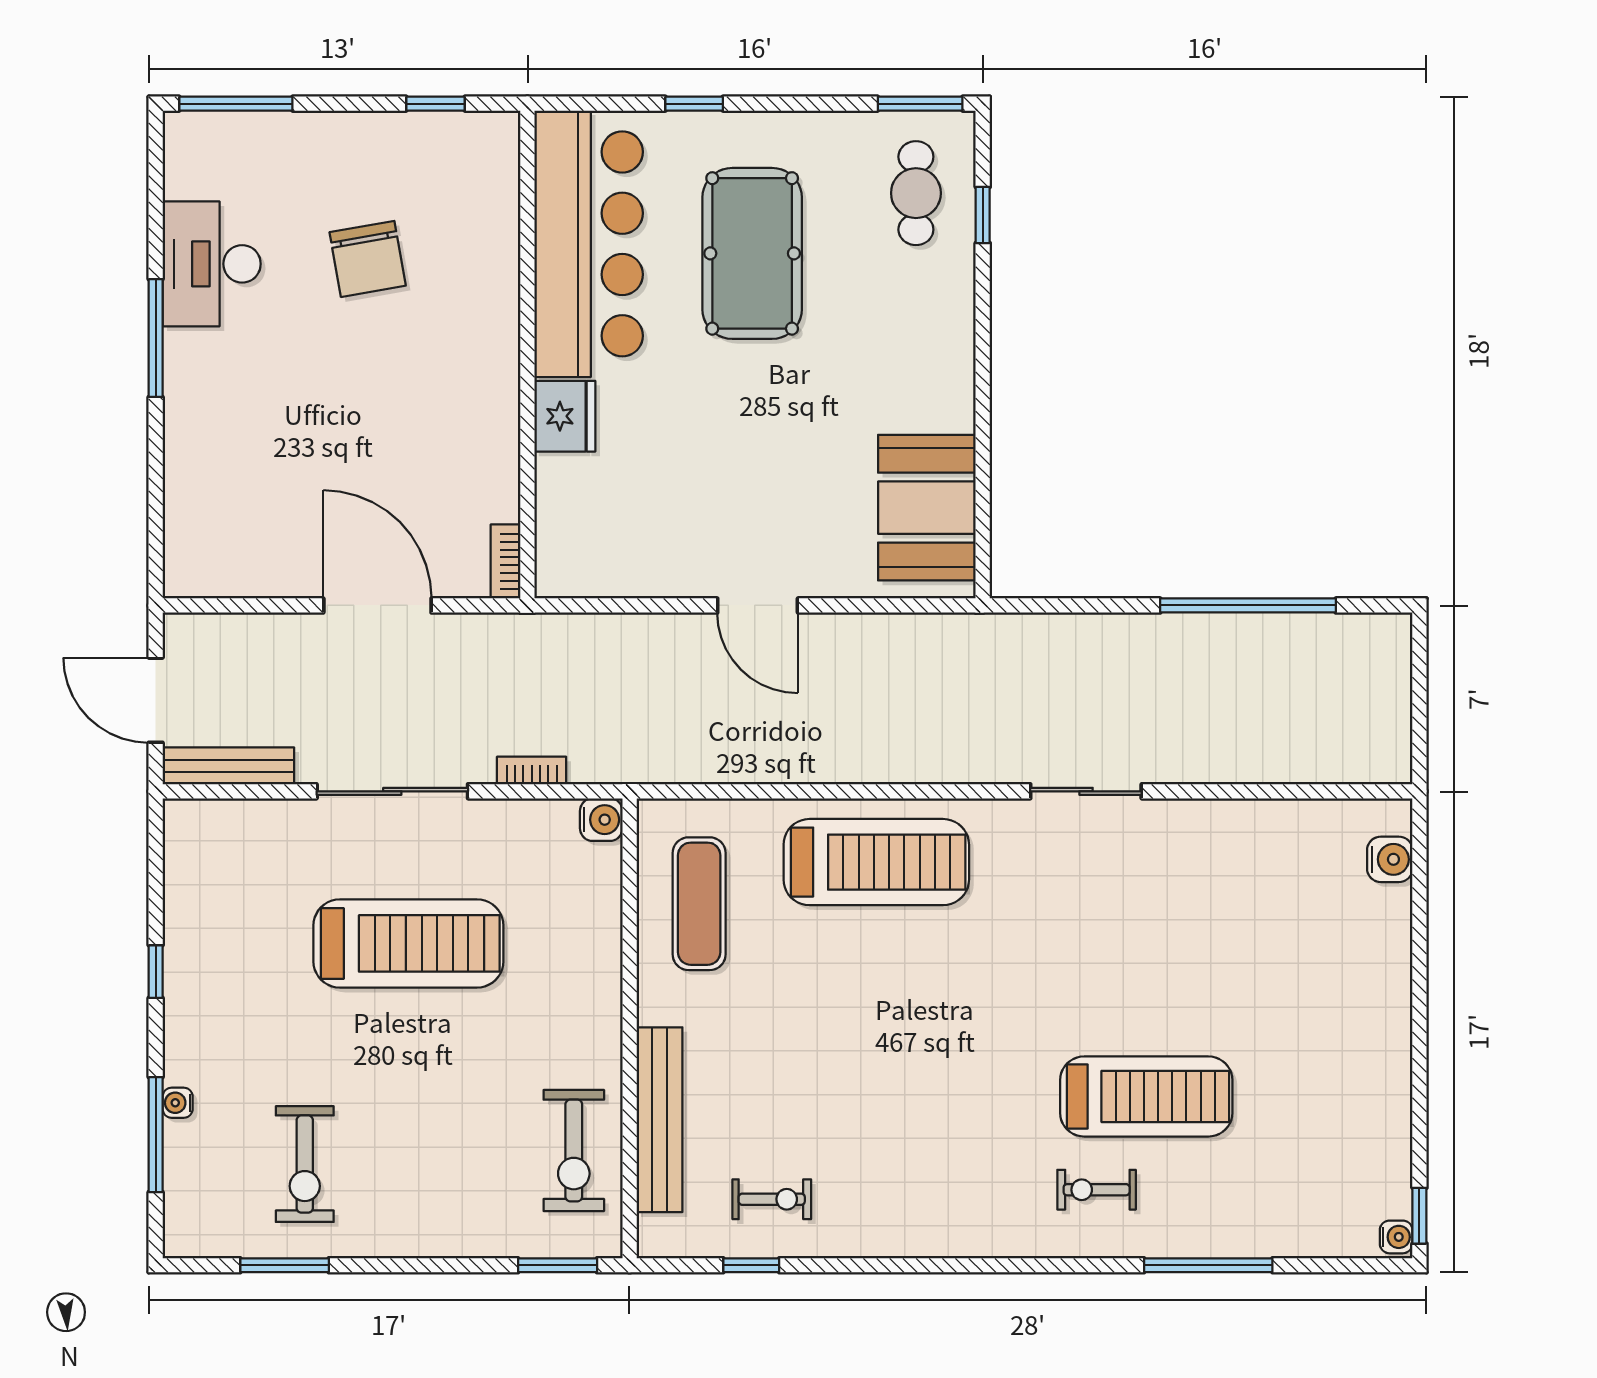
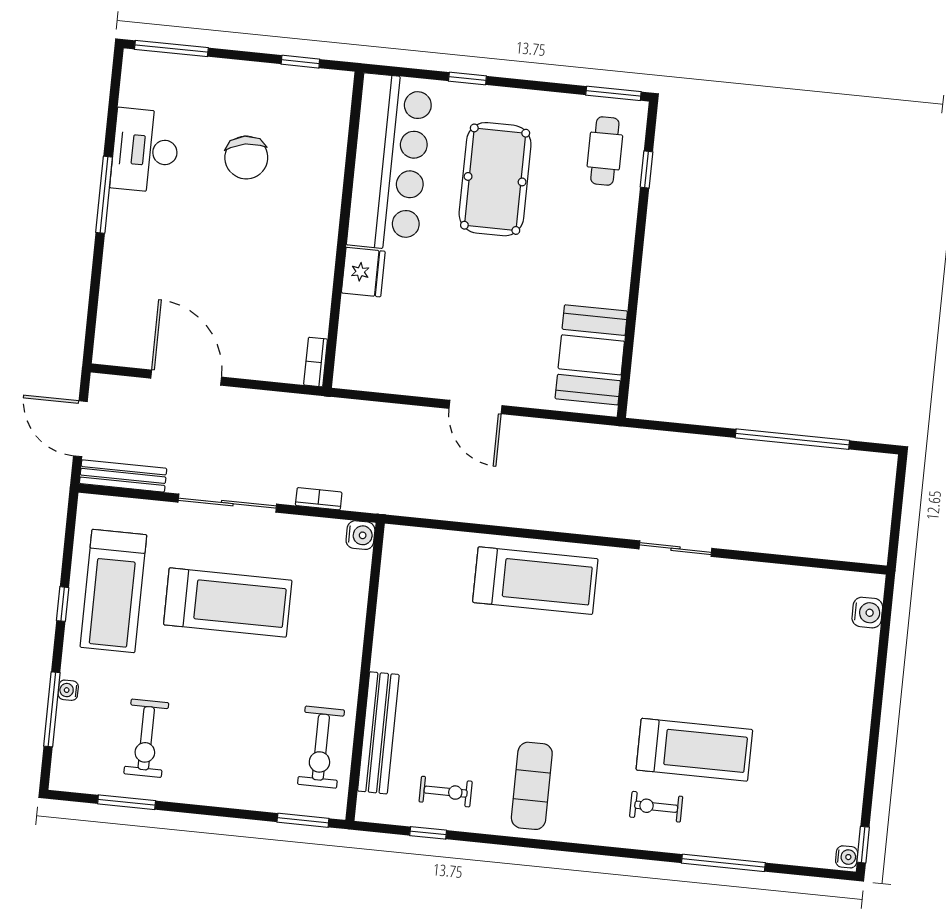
door: (377, 605) -> (186, 378), moved
exercise mat: (699, 904) -> (532, 786), moved
treadmill: (231, 944) -> (113, 591), added

